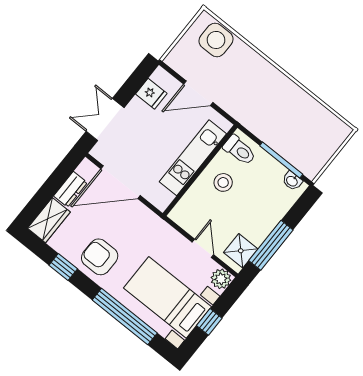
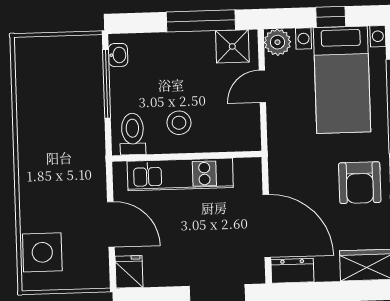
fridge: (151, 94) -> (129, 272), moved
dresser: (70, 189) -> (292, 271), moved

